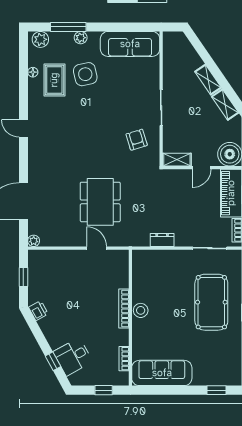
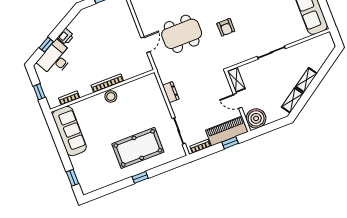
armchair: (137, 140) -> (226, 27), moved, turned 107
printer: (38, 311) -> (66, 36), moved
desk: (73, 357) -> (56, 59), width x1.37

